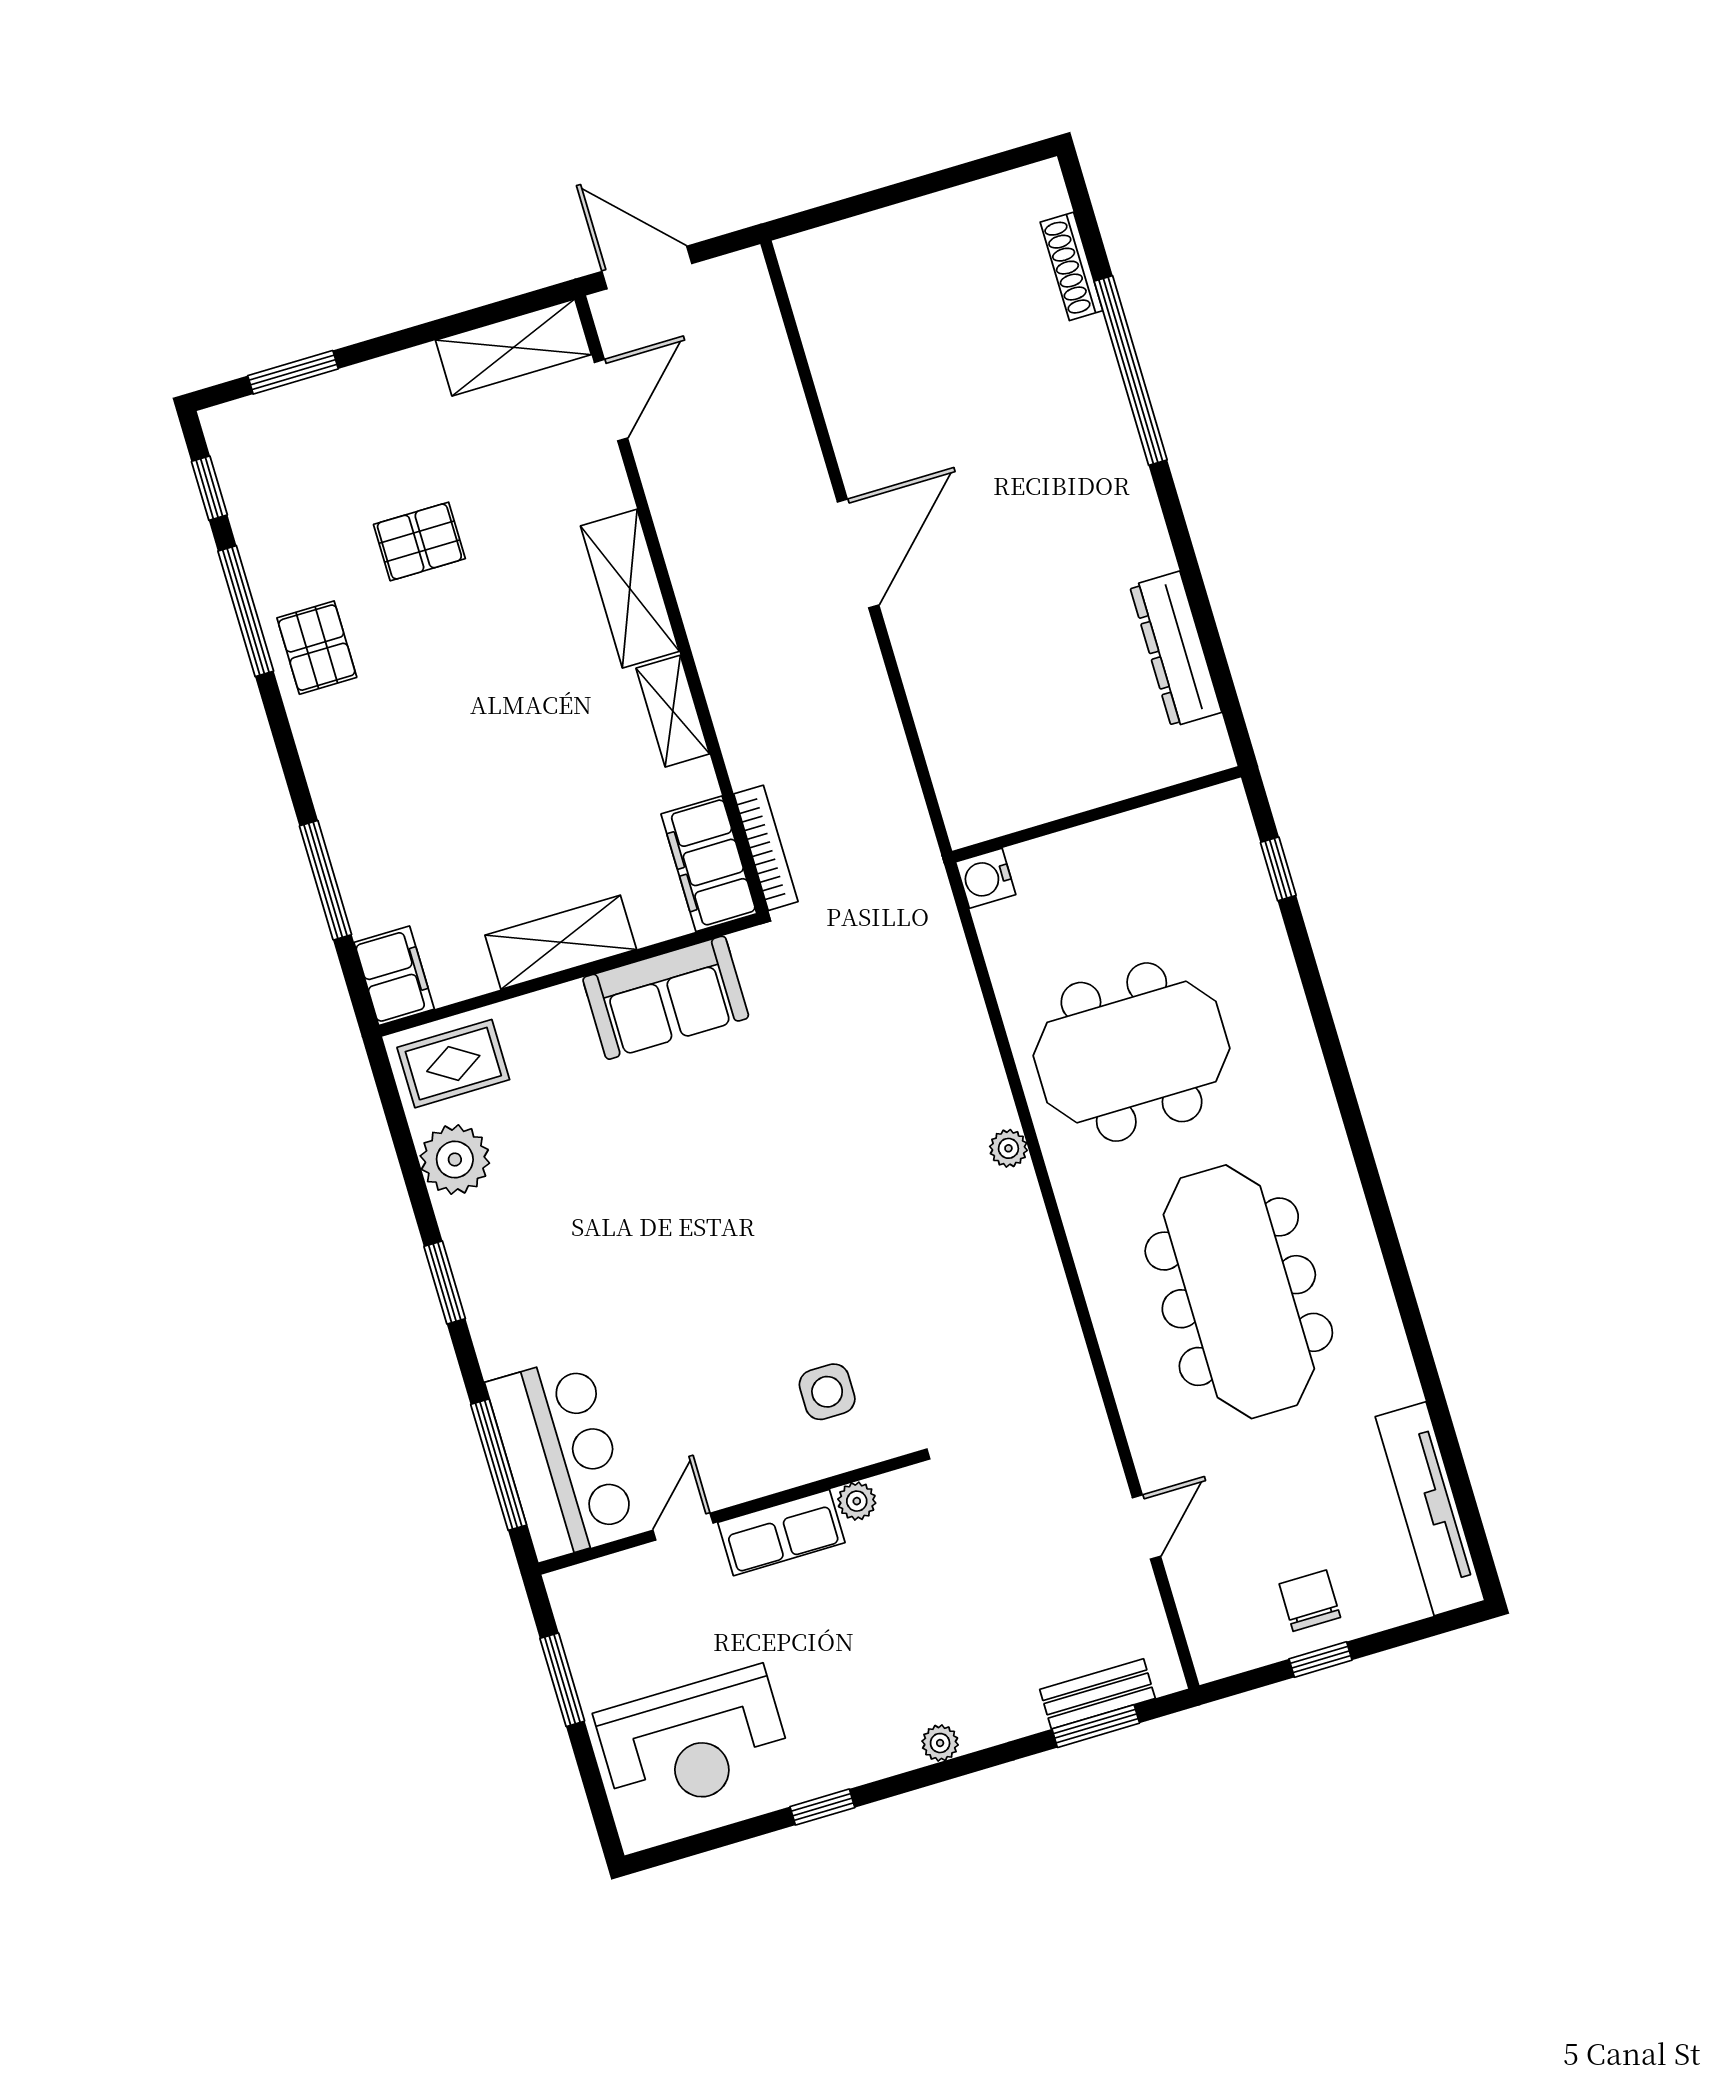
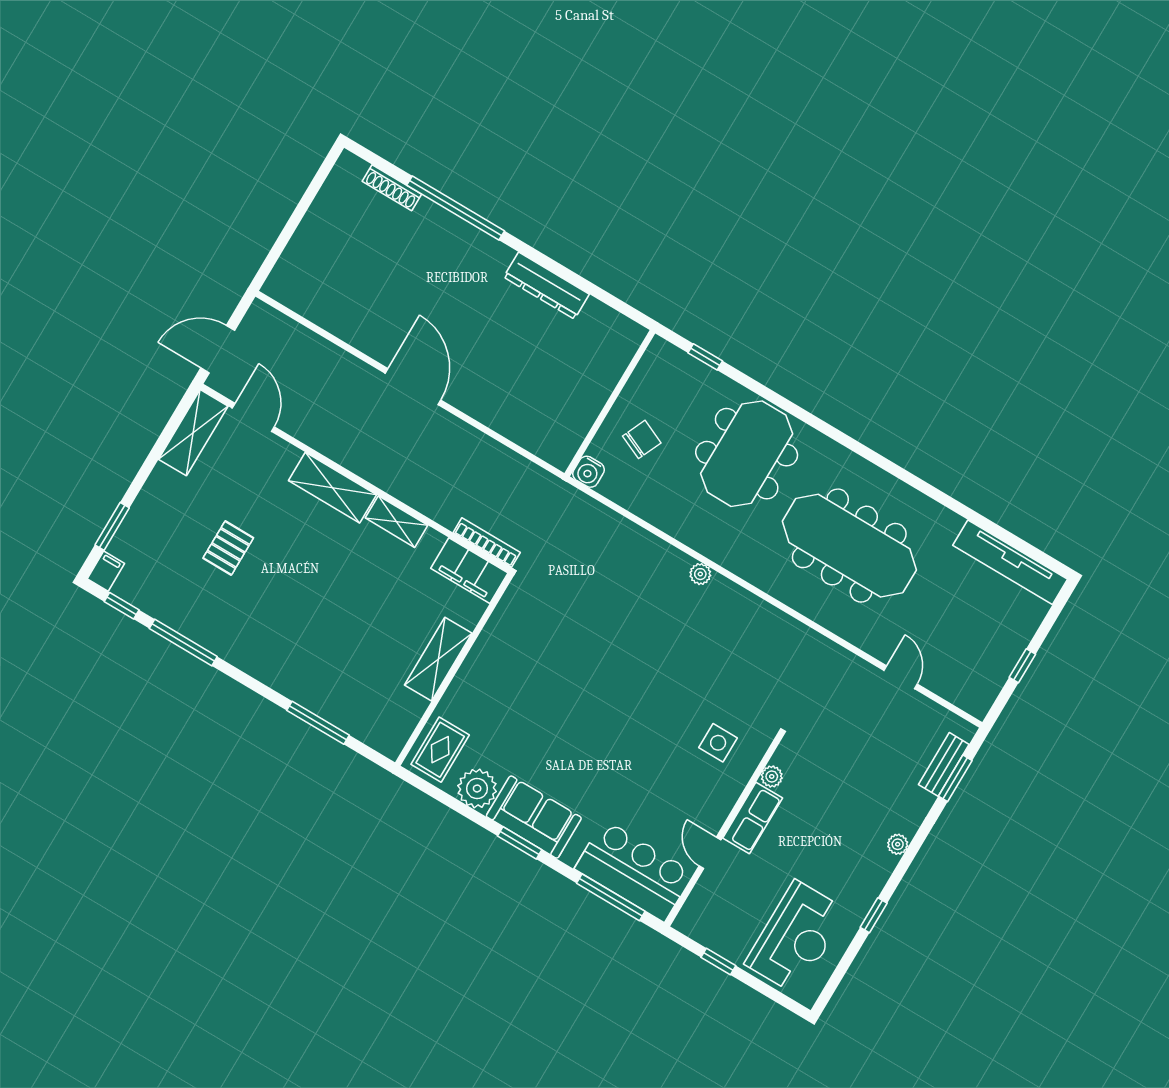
pallet: (317, 648) -> (226, 631), removed
dresser: (1176, 649) -> (546, 286), moved
filing cabinet: (394, 976) -> (106, 571), moved, width x0.50
sofa: (666, 998) -> (534, 817), moved, turned -90
meeting table: (1131, 1052) -> (747, 454), moved
chair: (1310, 1601) -> (642, 439), moved, turned 114
window: (562, 1680) -> (718, 961), width x0.67

